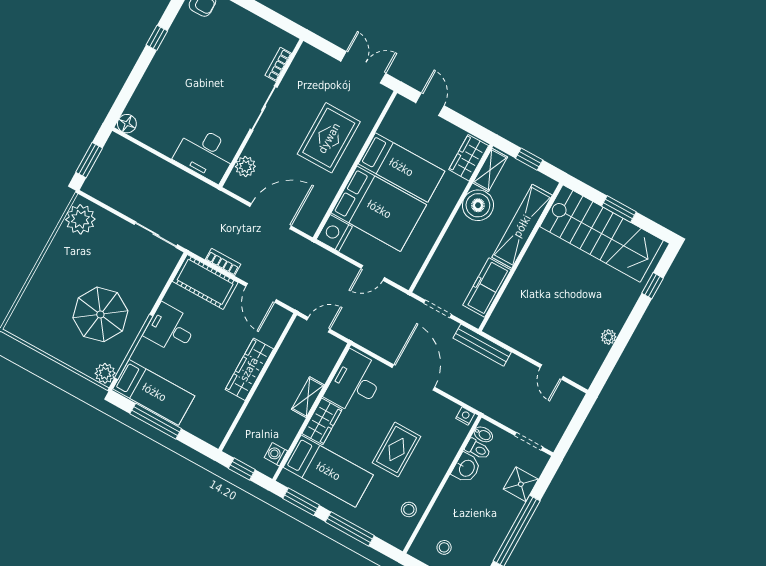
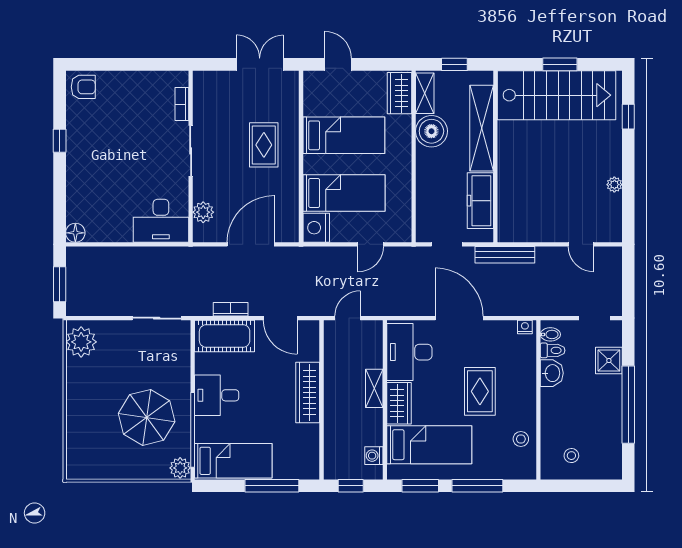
rug: (329, 138) -> (264, 145), width x0.73, depth x0.70
bed: (379, 209) -> (344, 193), width x0.67
window: (156, 421) -> (272, 486), moved

